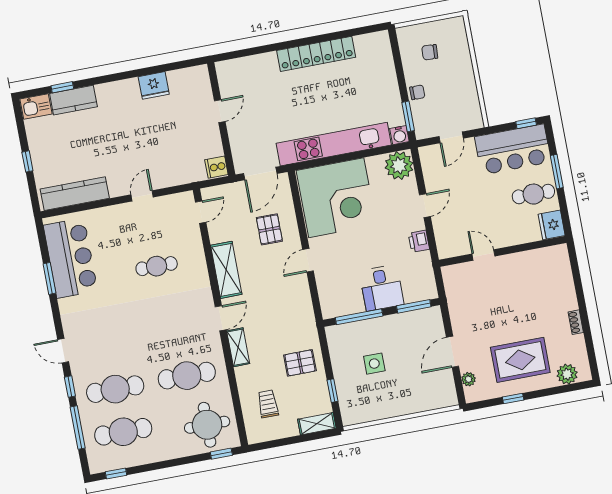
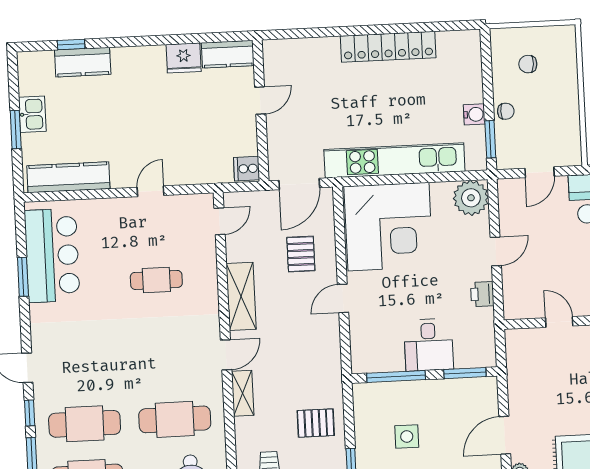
kitchen counter: (189, 78) -> (228, 54), added
kitchen sink: (36, 106) -> (32, 114), moved, turned -90
water cooler: (399, 135) -> (474, 114), moved, turned -90
window: (27, 161) -> (16, 130), width x1.50

